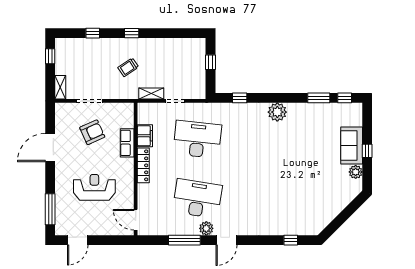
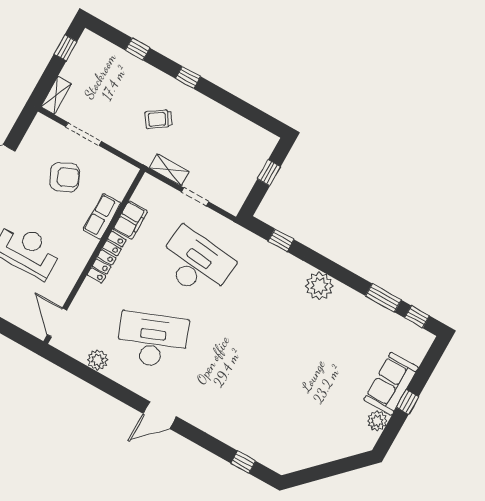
desk: (197, 199) -> (152, 340), turned -30
plant: (206, 228) -> (98, 360), moved
window: (184, 240) -> (105, 384), removed

